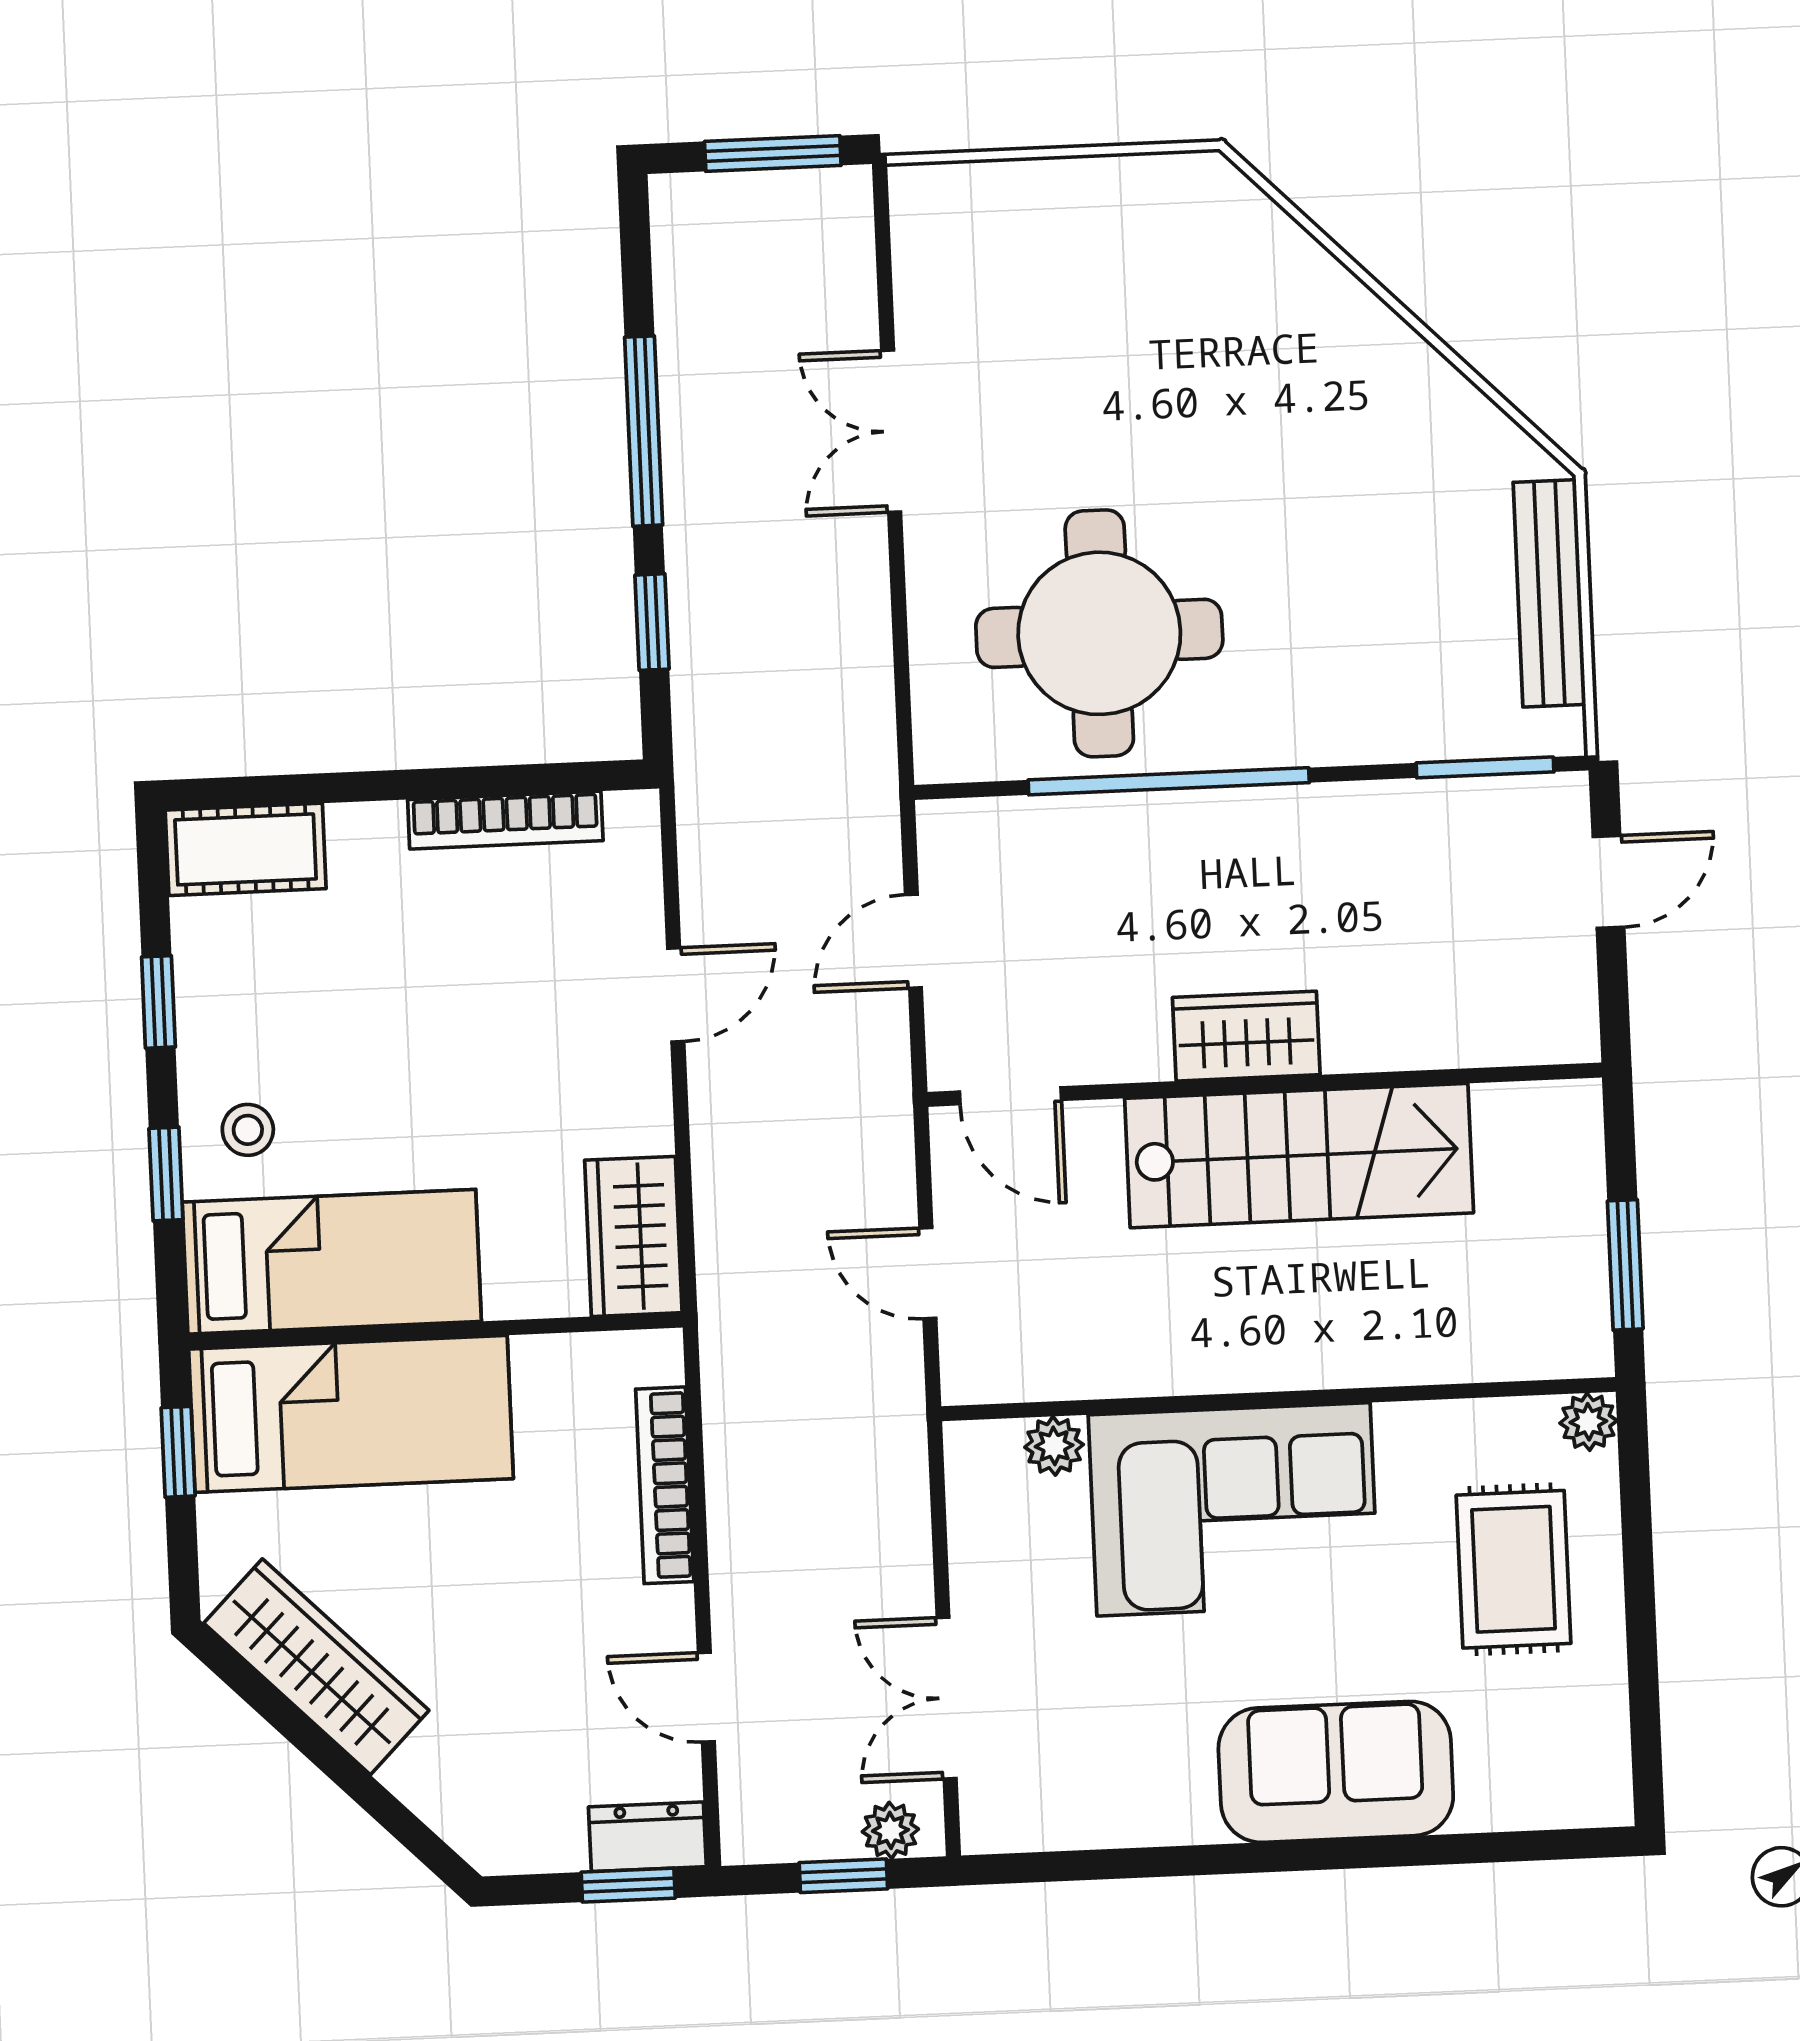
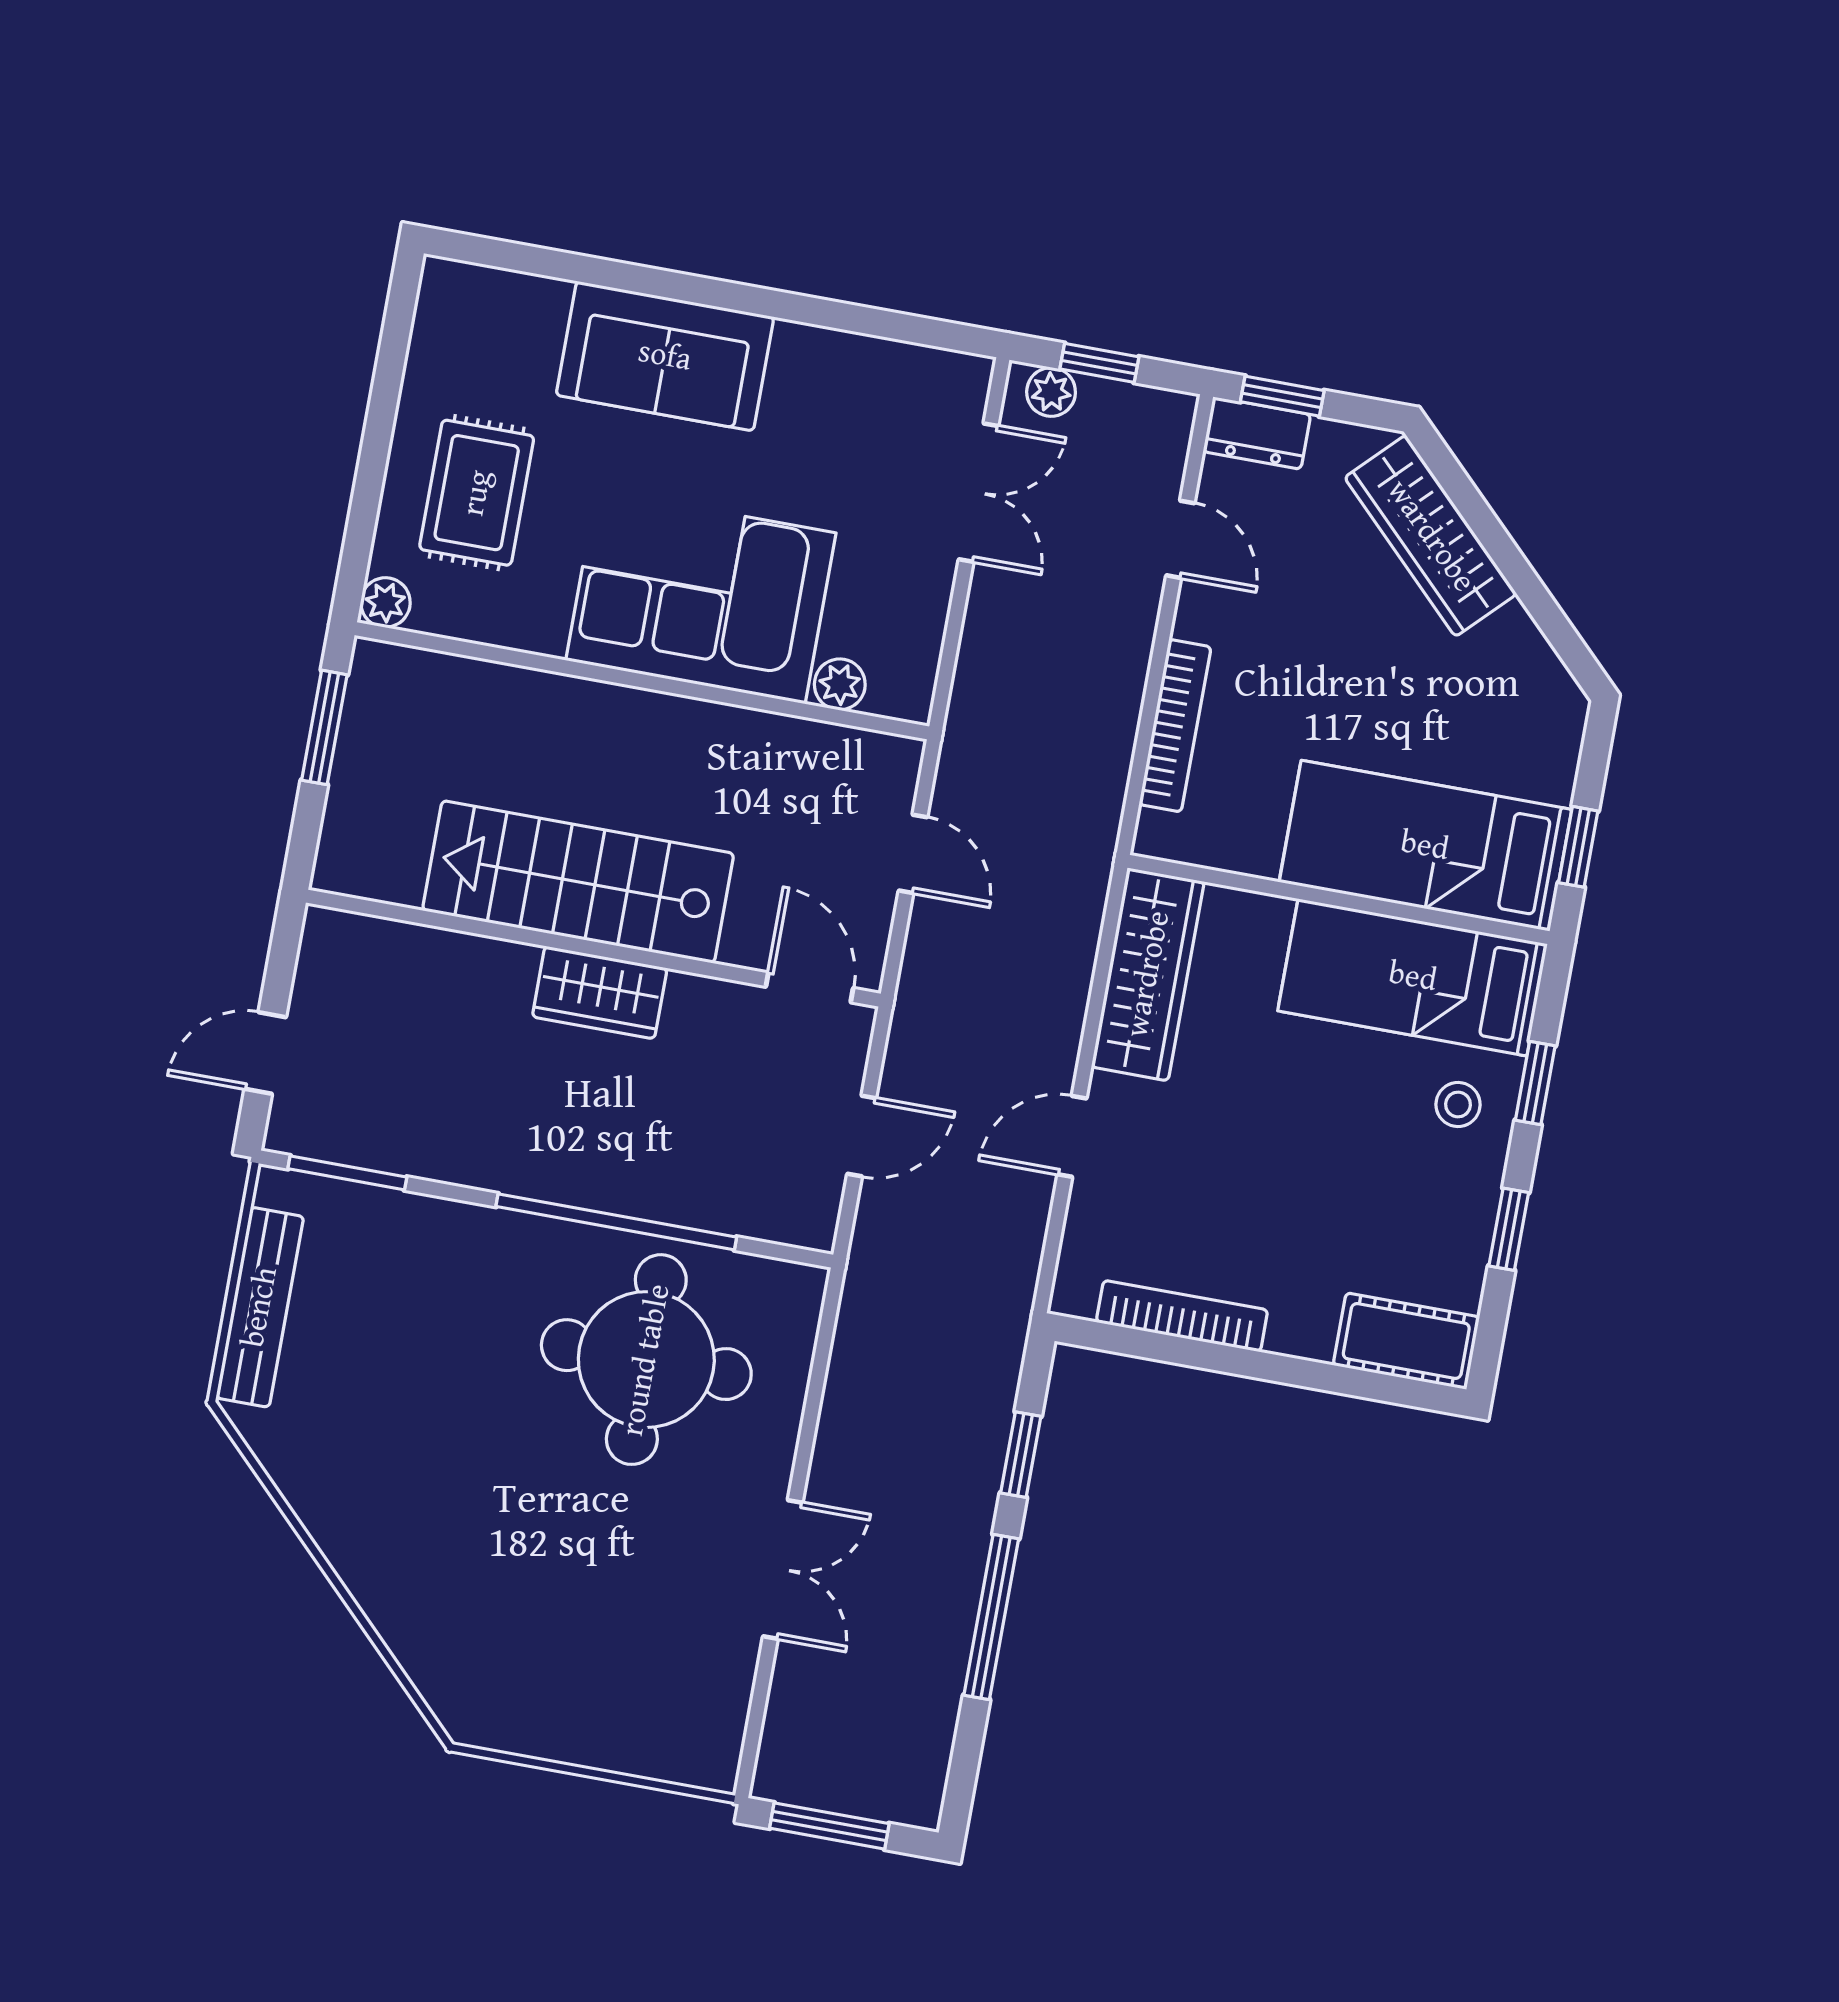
wardrobe: (633, 1236) -> (1148, 974), width x1.50
wardrobe: (316, 1667) -> (1431, 536), moved

